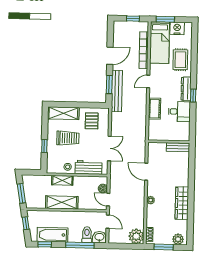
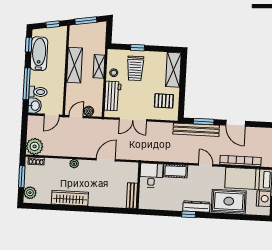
rug: (180, 60) -> (229, 201), width x1.36, depth x1.43
desk: (179, 112) -> (151, 175), moved, turned 180
trolley: (68, 138) -> (135, 68), moved

